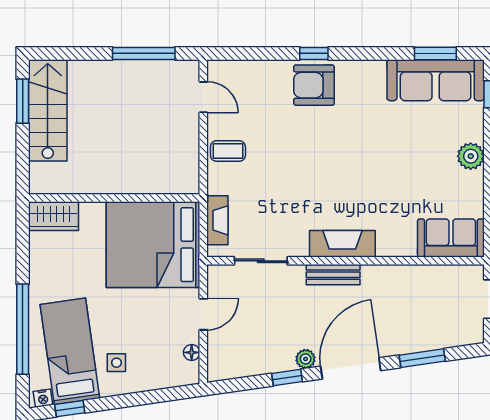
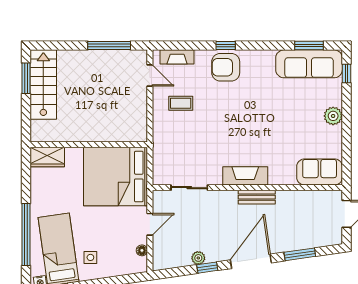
coffee table: (228, 151) -> (181, 103), moved
fireplace: (217, 220) -> (177, 57), moved, turned 90
bench: (333, 275) -> (257, 197), moved
plant: (306, 359) -> (198, 258), moved

